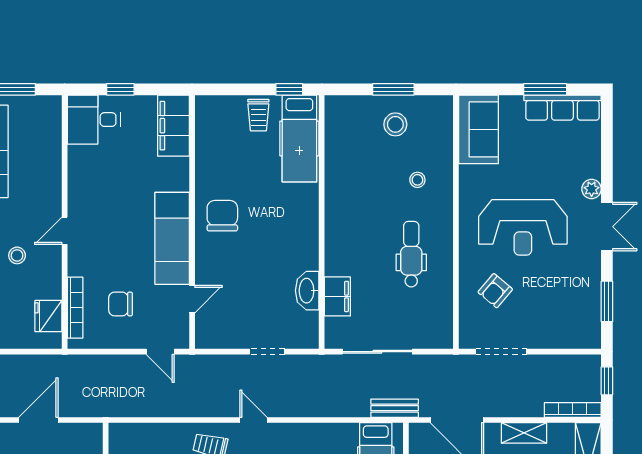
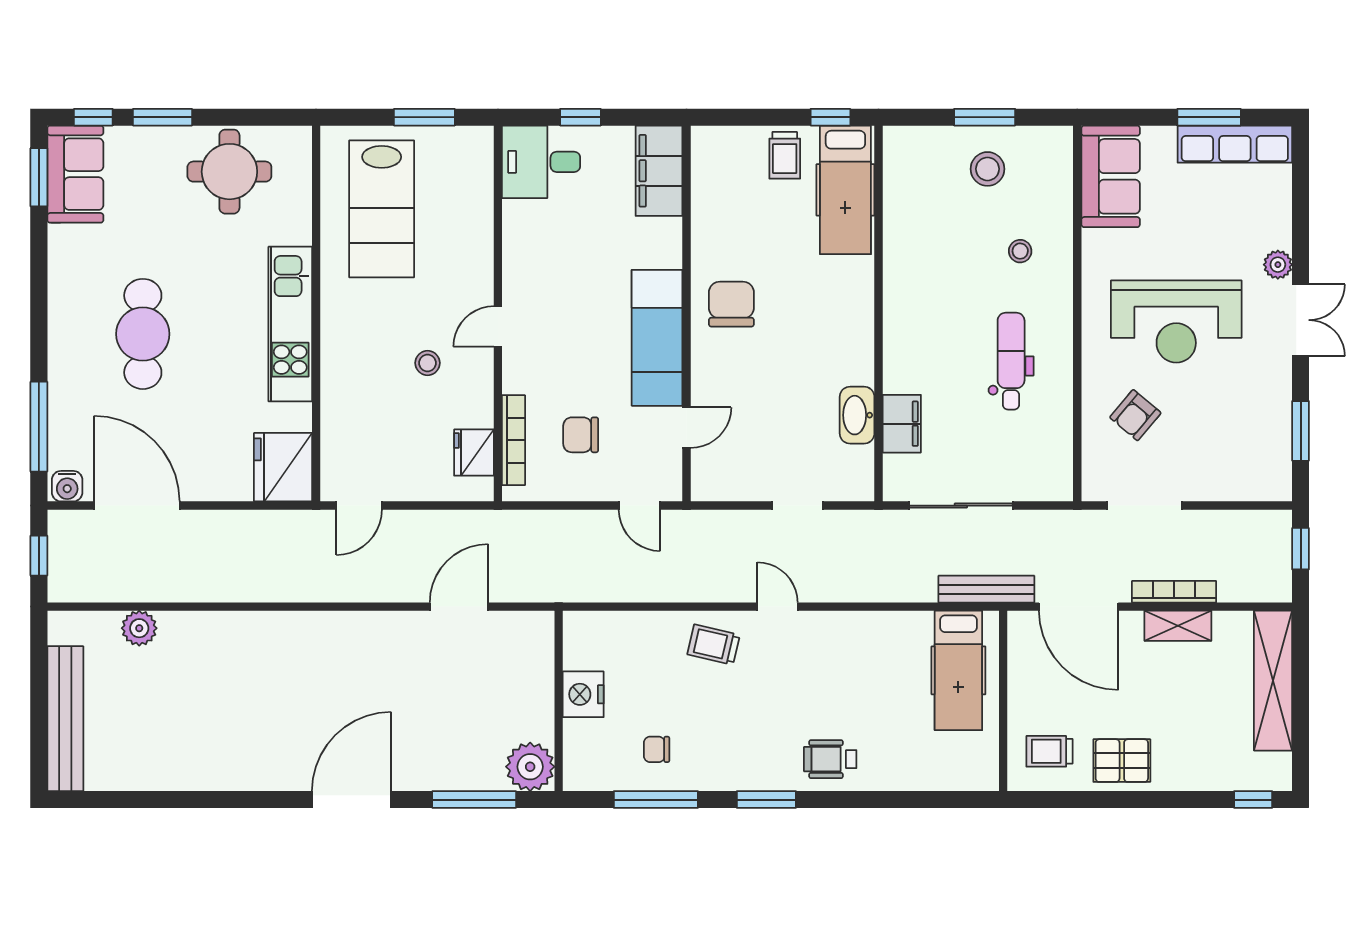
bench: (395, 408) -> (986, 589), width x1.36
bookcase: (573, 410) -> (1174, 592), moved

